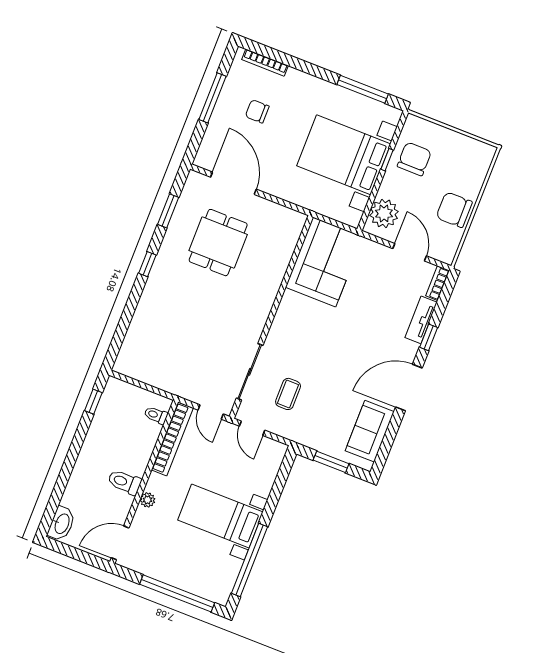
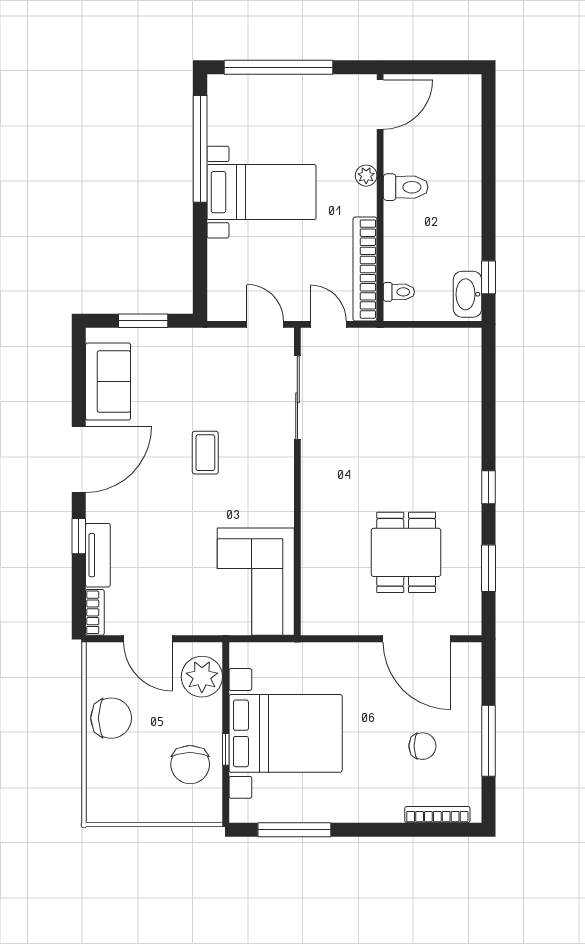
coffee table: (288, 394) -> (205, 453), moved
washbasin: (62, 524) -> (468, 294), moved

